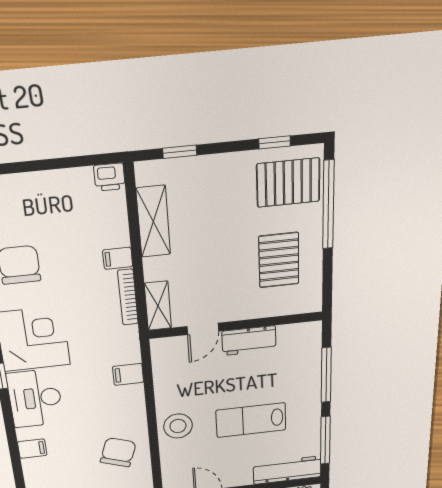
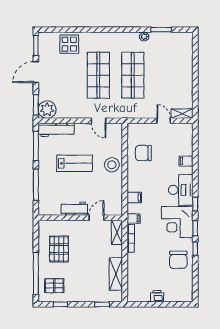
printer: (109, 177) -> (157, 296), moved
pallet: (288, 183) -> (54, 286), width x0.67, depth x0.71
filing cabinet: (118, 258) -> (134, 219), moved
chair: (118, 452) -> (143, 153), turned 71

